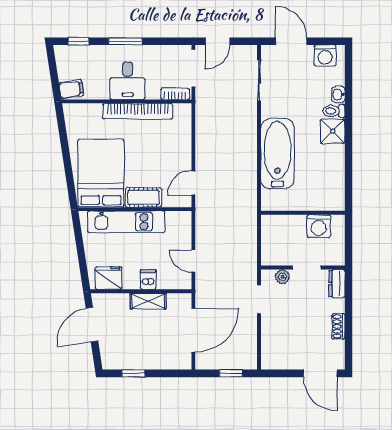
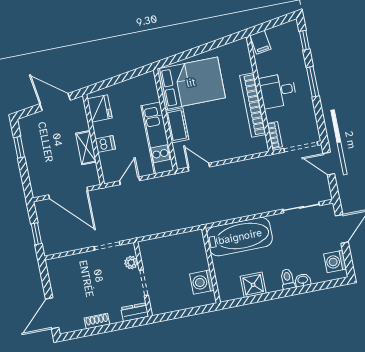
shower: (333, 131) -> (253, 285), moved
wall: (303, 213) -> (211, 266), moved
kitchen unit: (126, 222) -> (157, 138), moved
washing machine: (319, 226) -> (202, 282), moved

